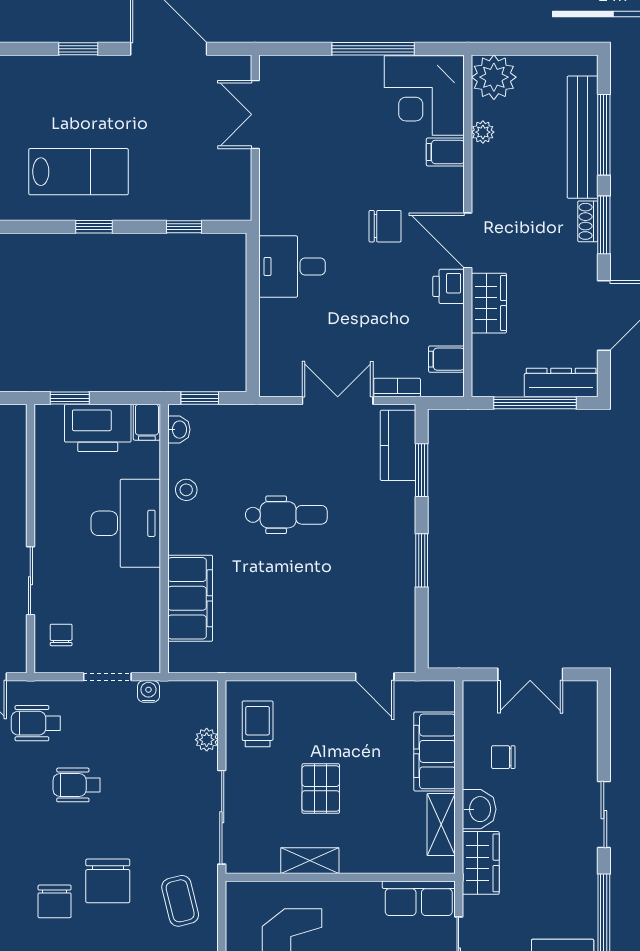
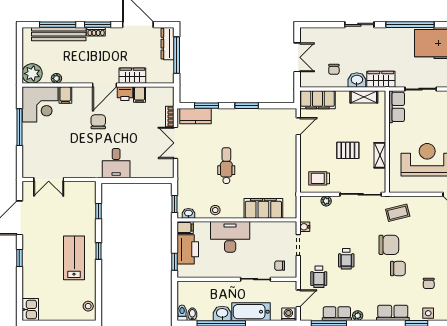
filing cabinet: (446, 359) -> (140, 95), moved
filing cabinet: (435, 751) -> (317, 100), moved

